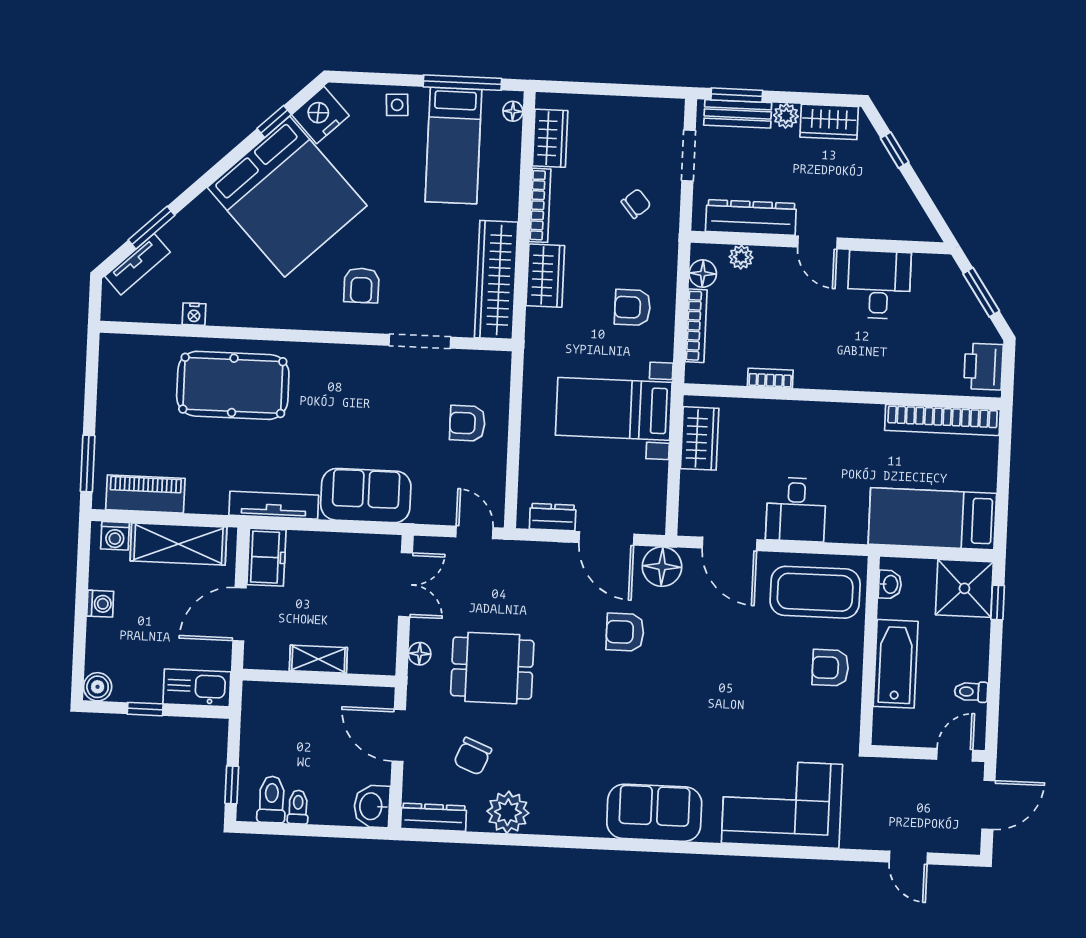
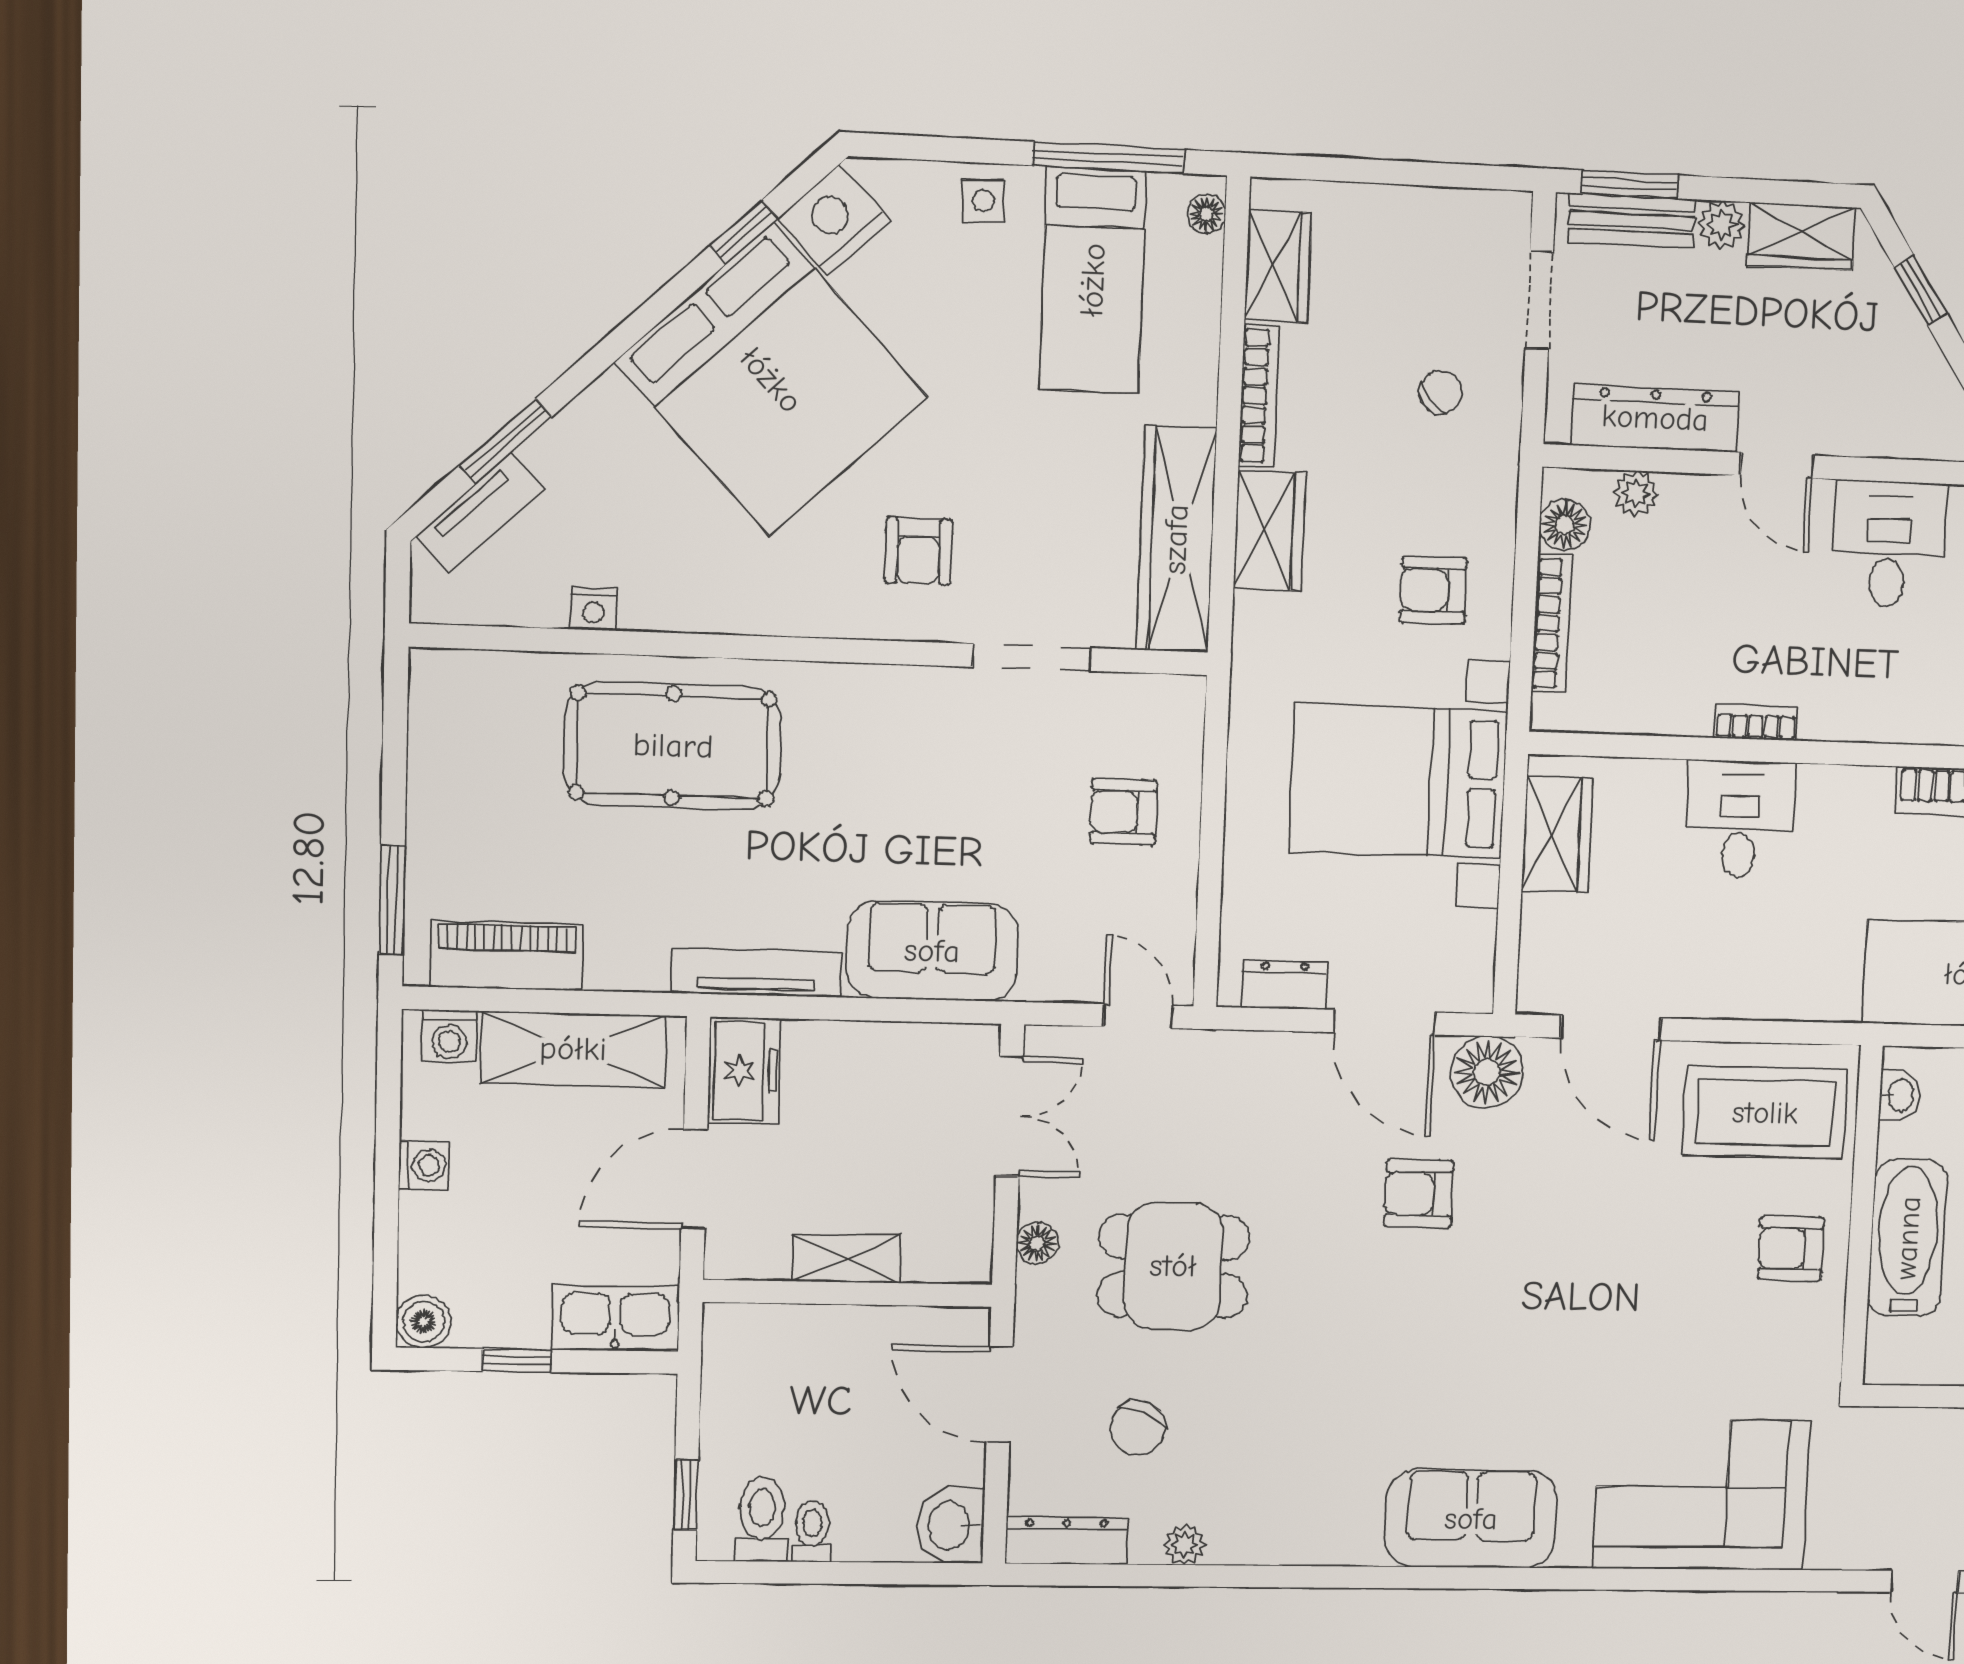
bookcase: (770, 378) -> (1756, 723), moved
bed with nightstands: (614, 409) -> (1398, 781), width x1.36
desk: (796, 509) -> (1740, 819), moved, turned 180
plant: (508, 812) -> (1185, 1545), width x0.53, depth x0.53

